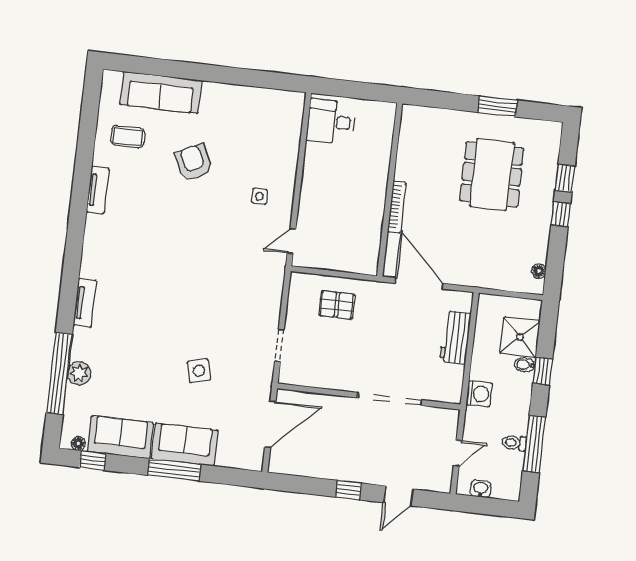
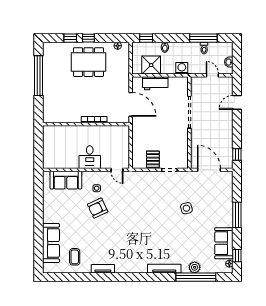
window: (497, 106) -> (38, 76), width x2.11
desk: (331, 122) -> (90, 157), moved
armchair: (193, 163) -> (98, 208), moved
dining table: (492, 174) -> (88, 62), moved
door: (419, 283) -> (131, 104), swing flipped
tv unit: (85, 303) -> (164, 269), width x1.41
pallet: (337, 305) -> (153, 159), moved
shower: (520, 337) -> (151, 65), moved
window: (543, 371) -> (146, 38), moved
sofa: (185, 445) -> (66, 180), moved, turned -90
window: (348, 490) -> (237, 155), moved
door: (398, 496) -> (237, 102), swing flipped

